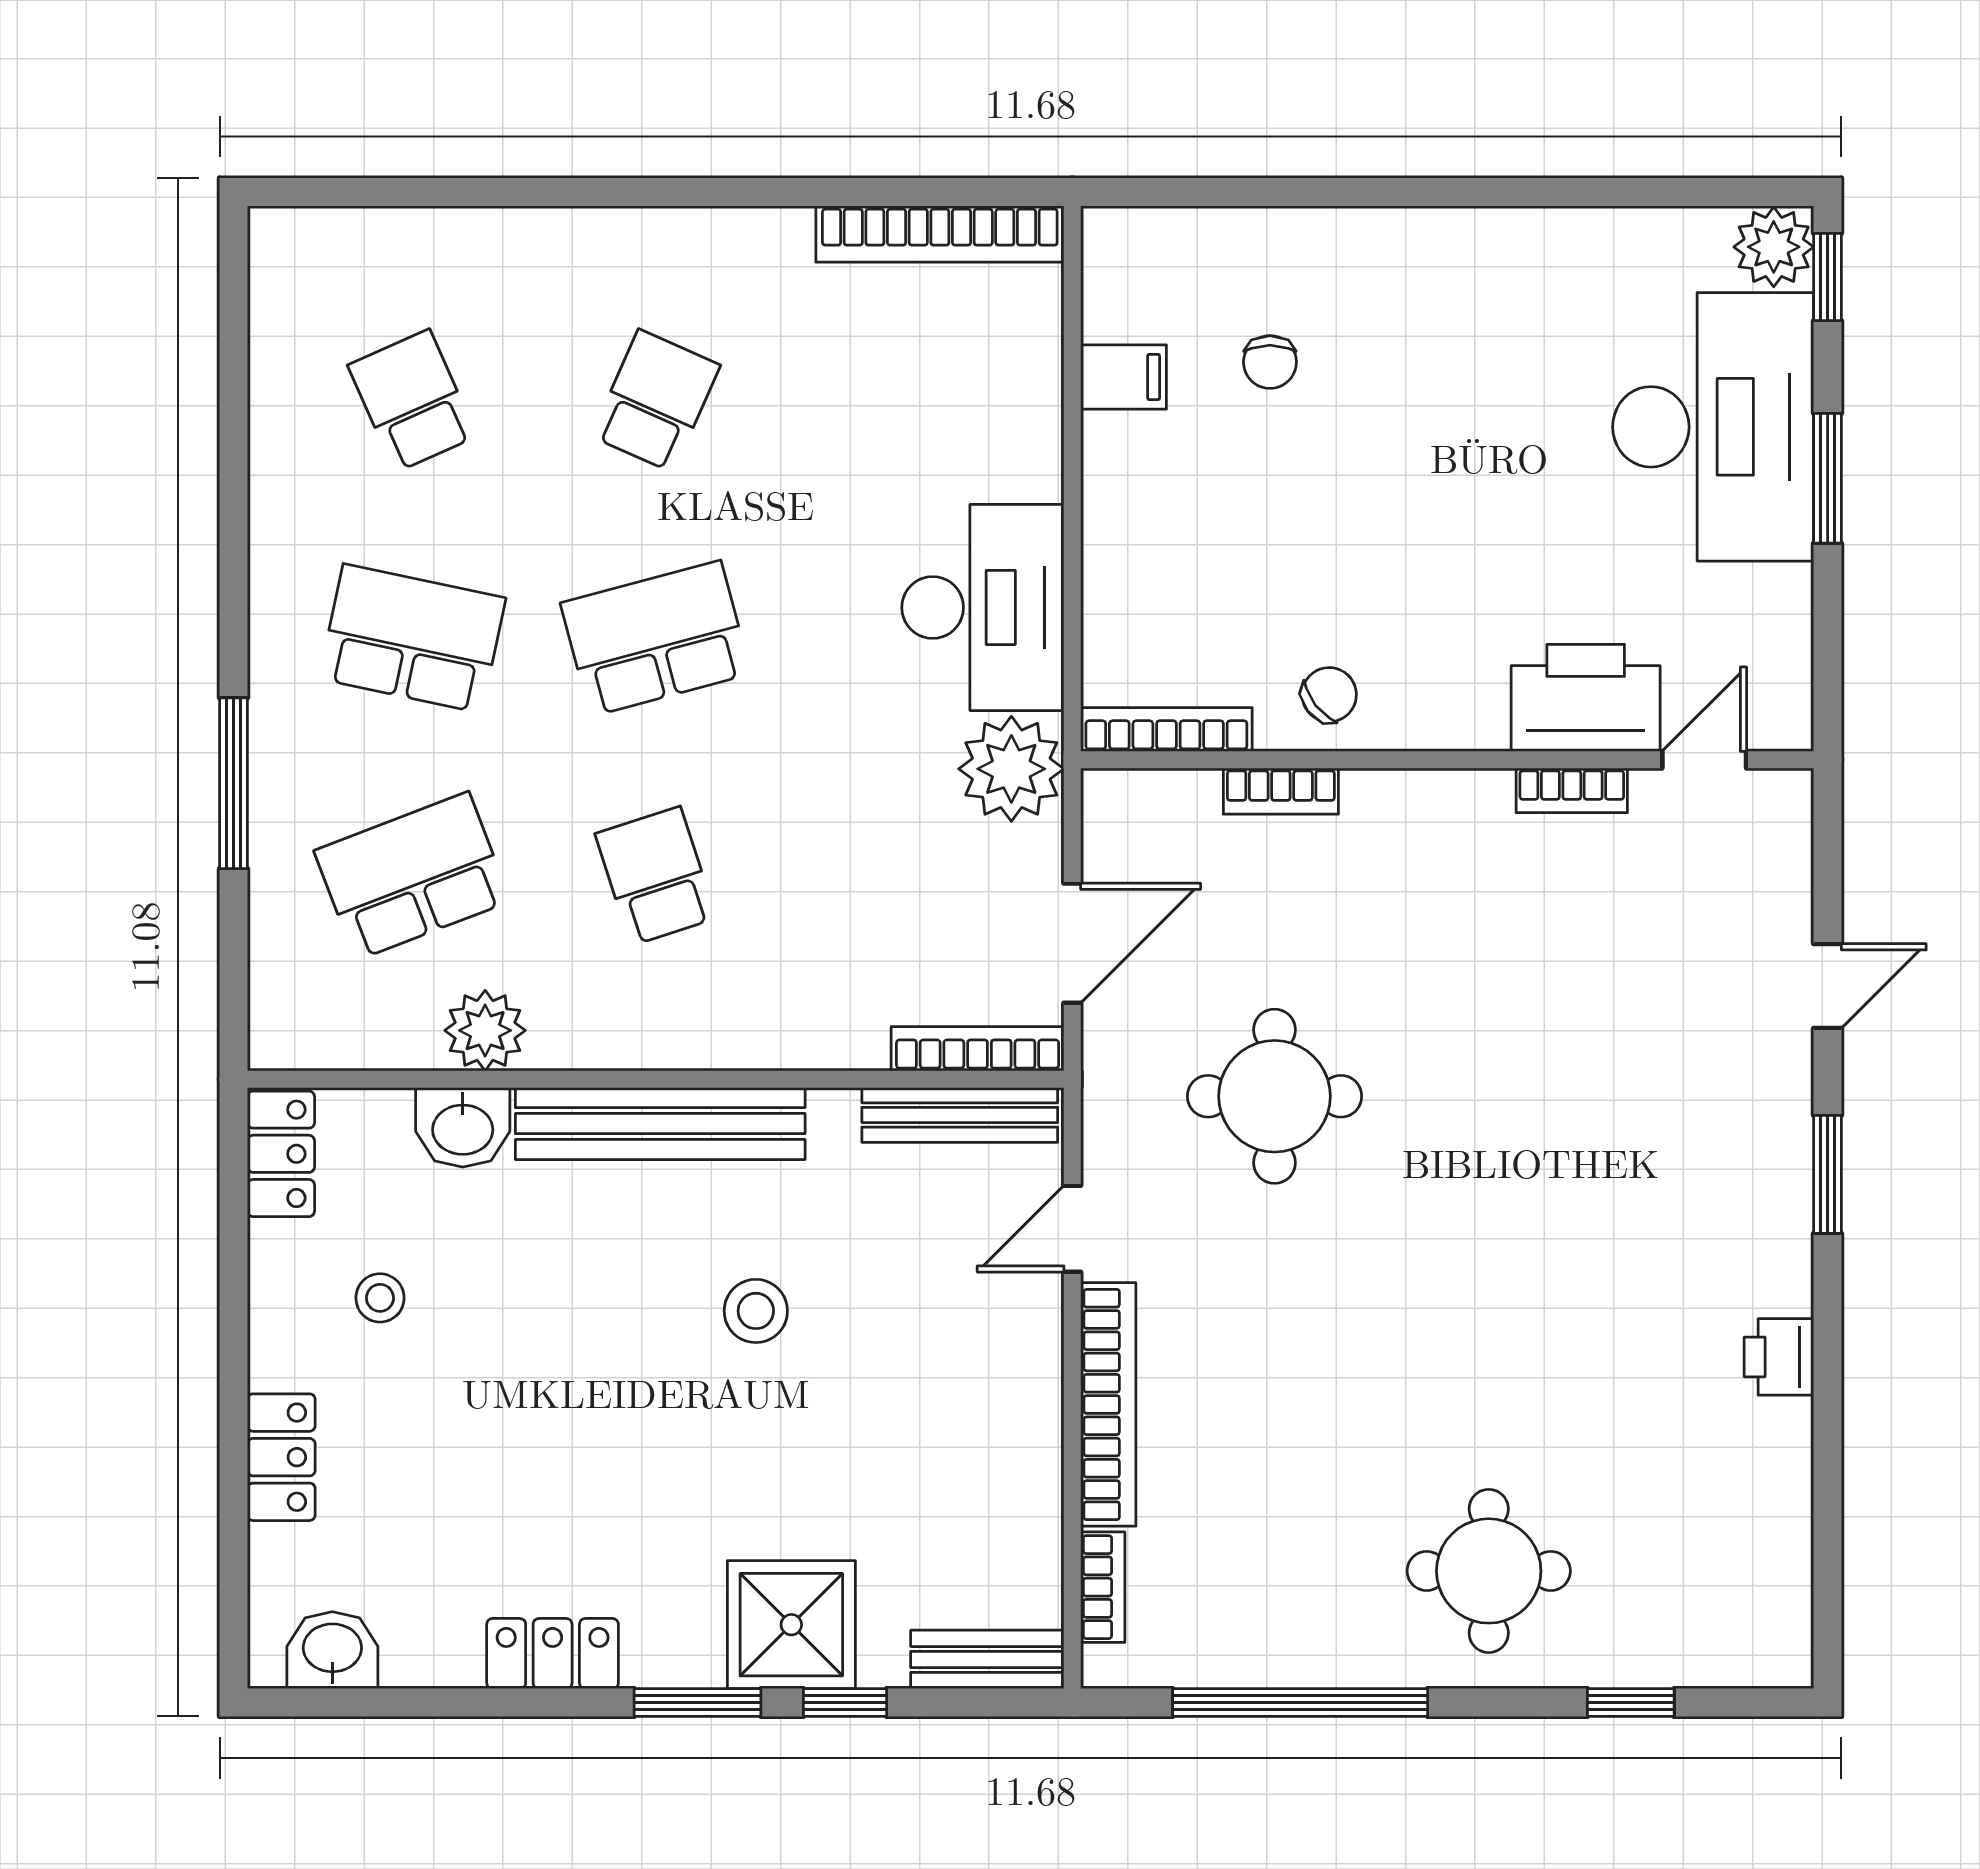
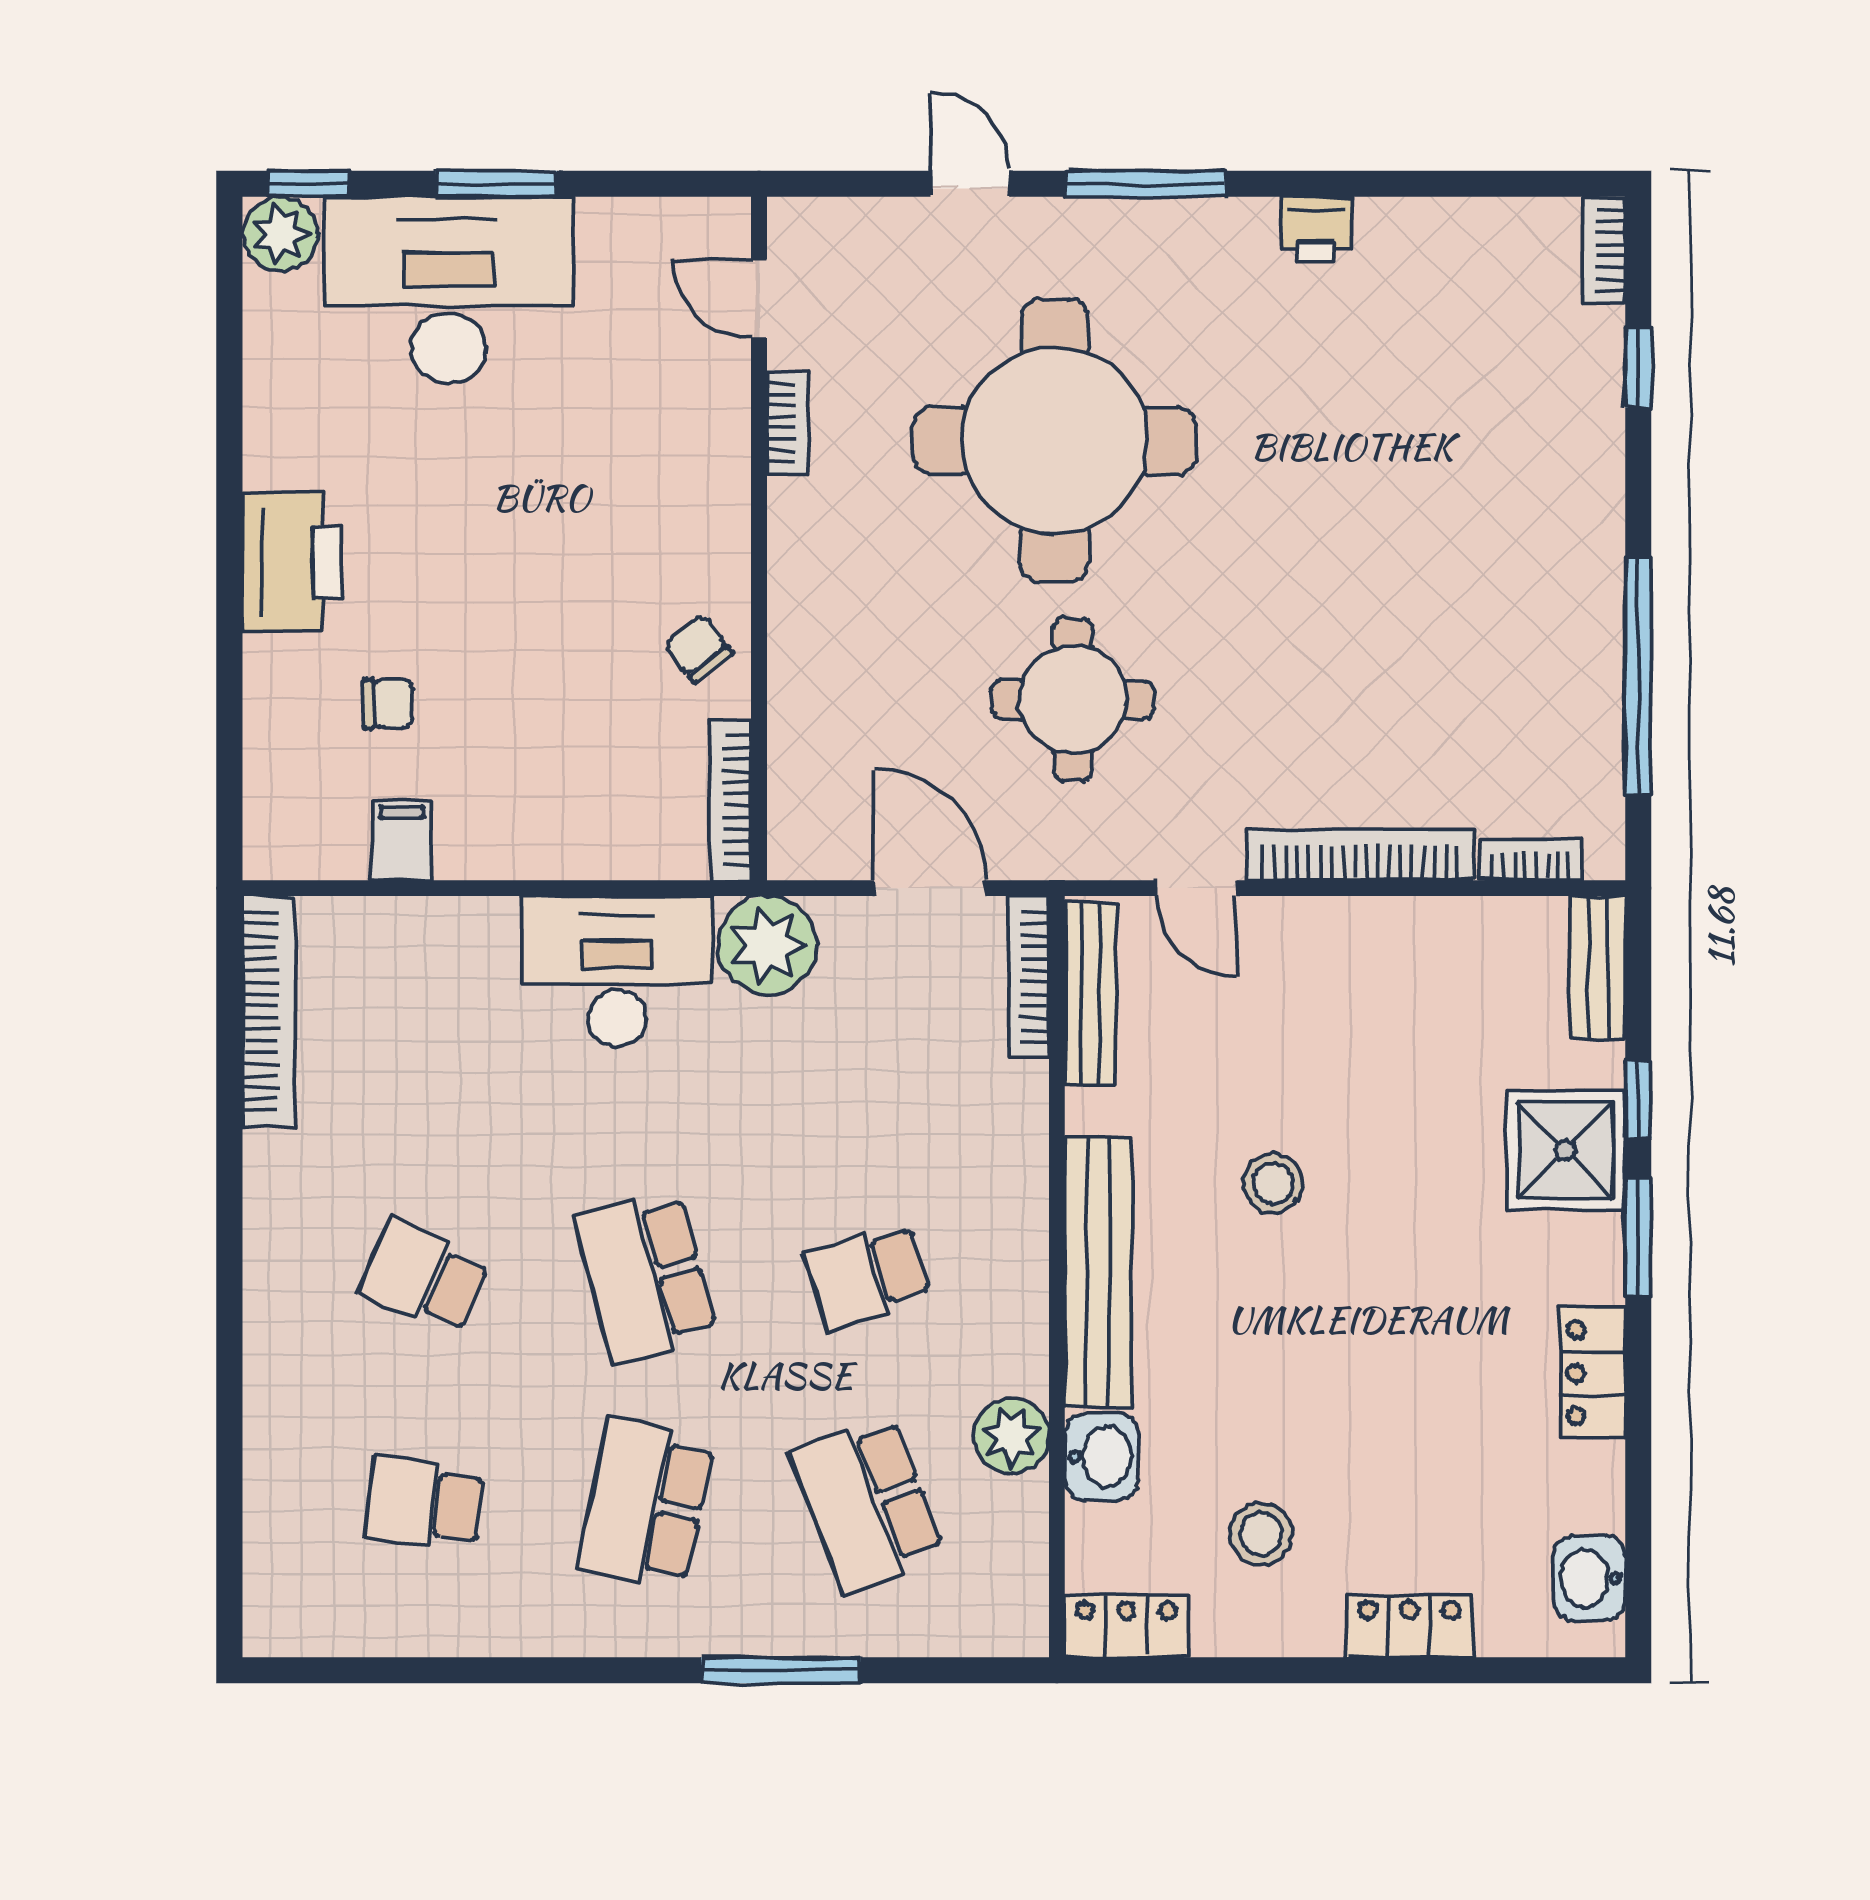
school desk: (412, 401) -> (424, 1504), turned 30
printer: (1586, 698) -> (292, 562), moved, turned 180
bookcase: (1281, 791) -> (1604, 250), moved, turned 180
window: (1828, 1174) -> (1146, 184), width x1.44
stool: (380, 1298) -> (1261, 1534), width x1.37, depth x1.37
round table: (1489, 1571) -> (1055, 441), moved, width x1.86, depth x1.86

